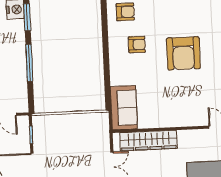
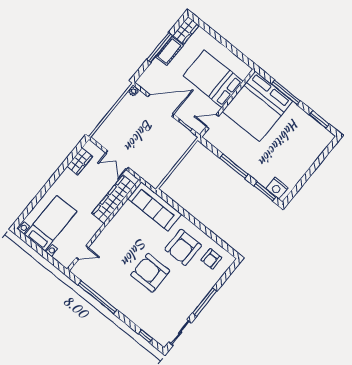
armchair: (137, 45) -> (183, 247), width x1.88, depth x1.88
sofa: (124, 108) -> (155, 206), width x1.36

